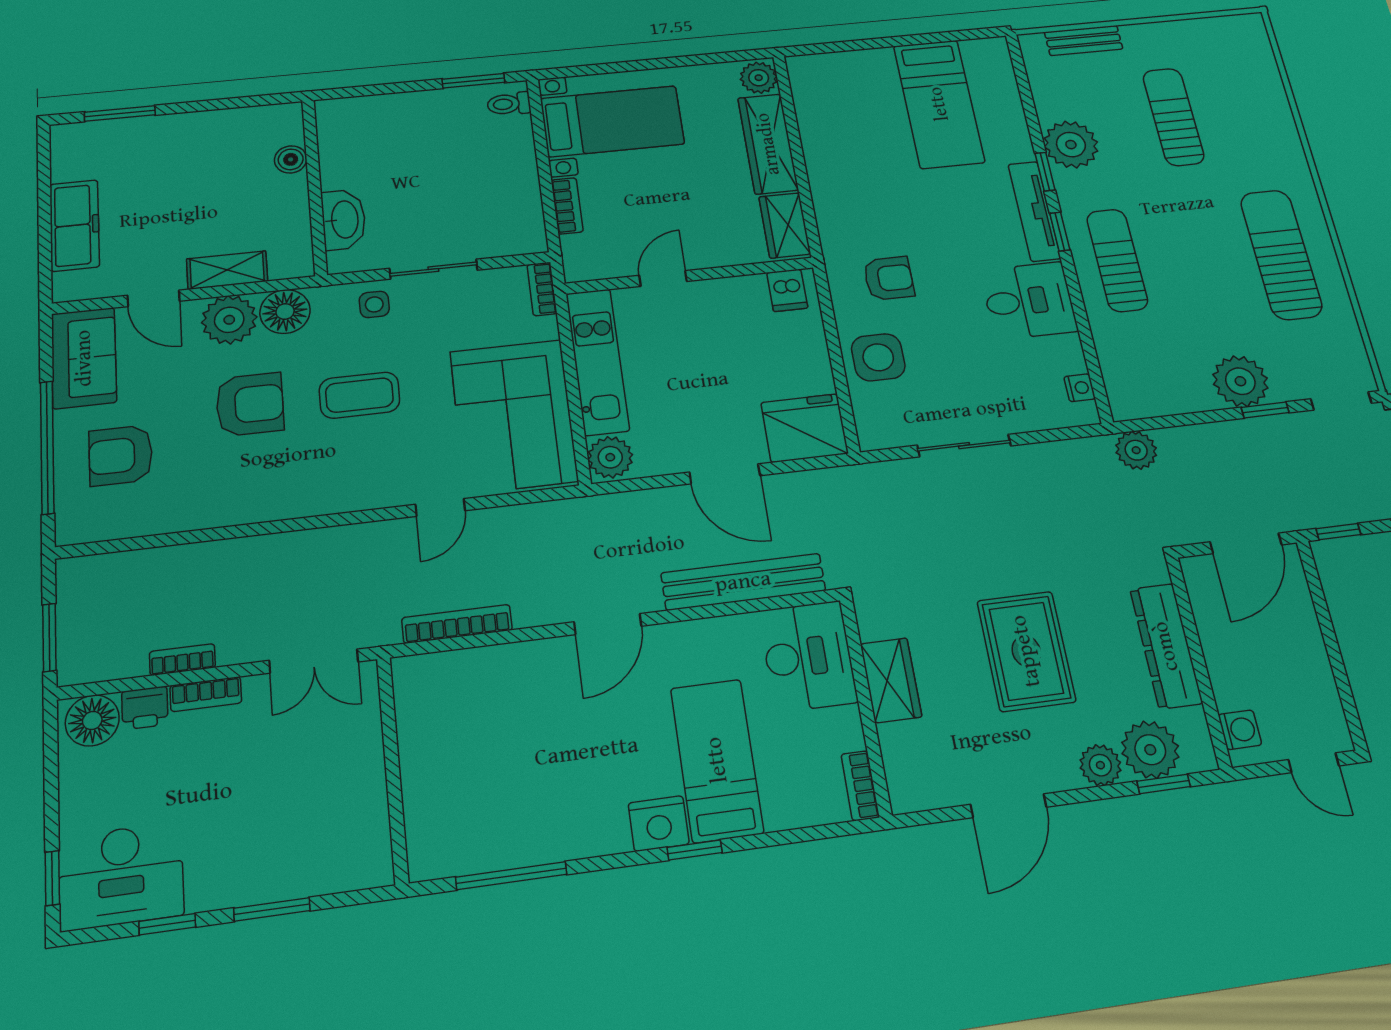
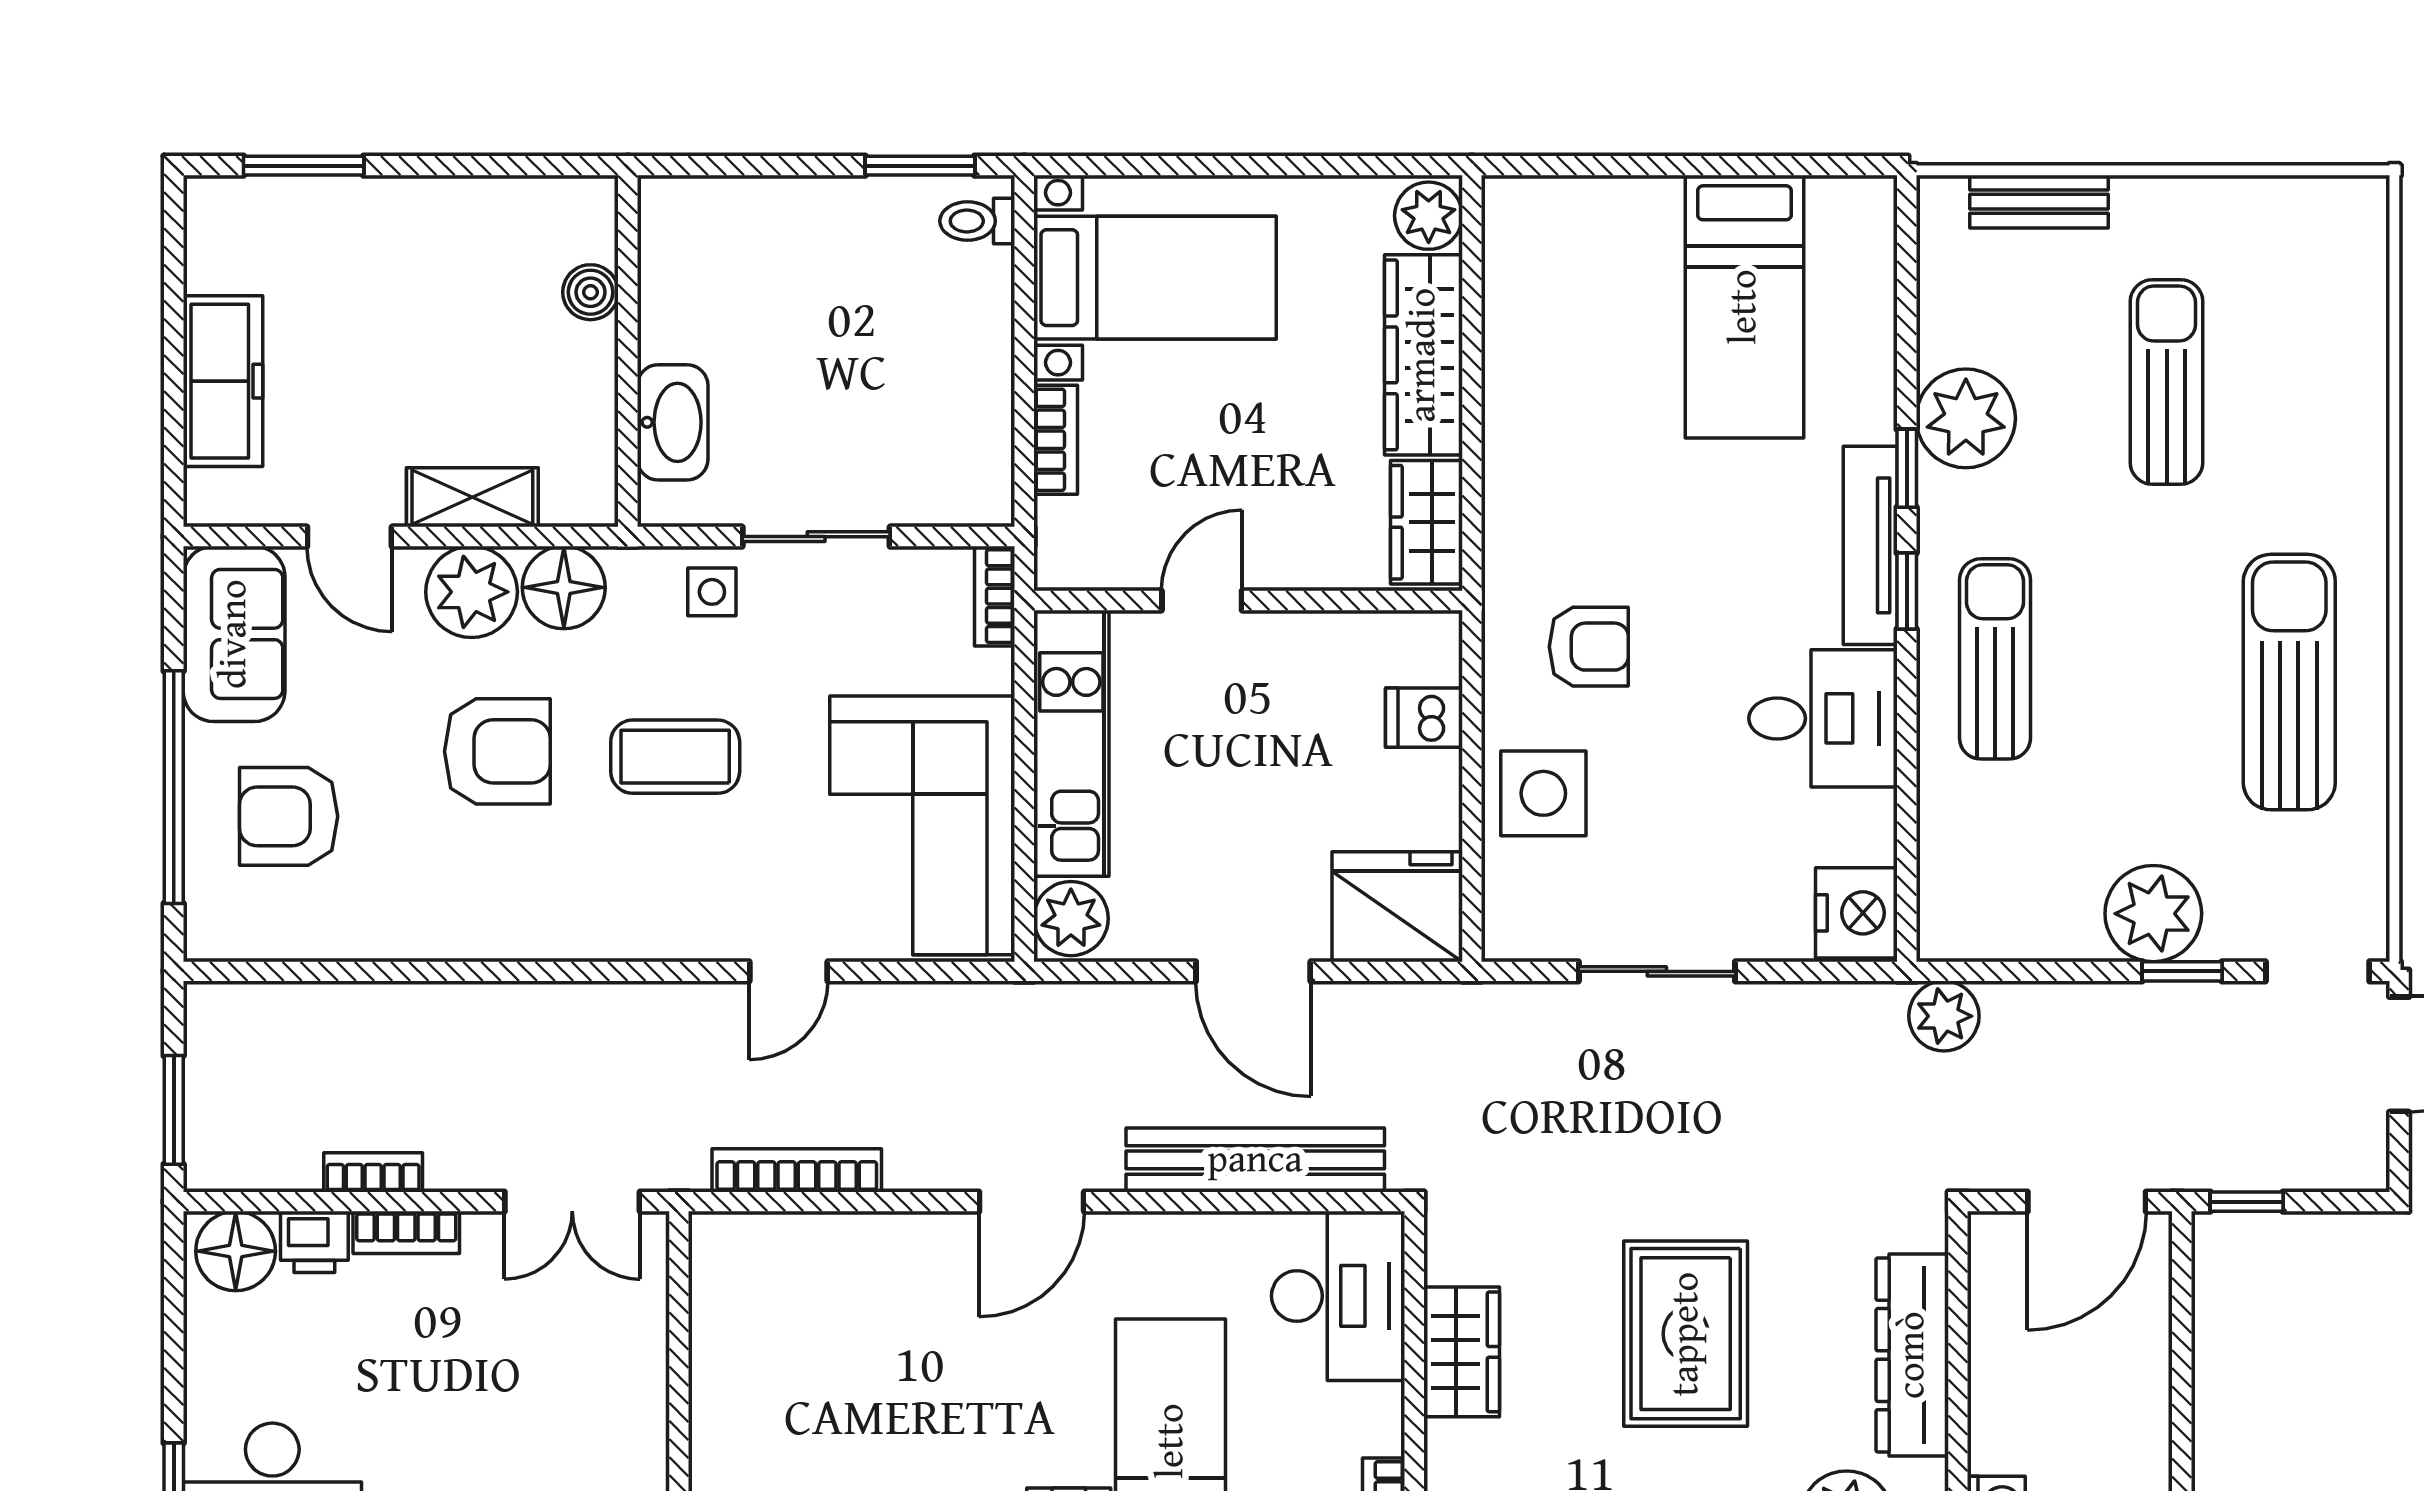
dishwasher: (787, 290) -> (1424, 718), moved, turned 90
nightstand: (1080, 388) -> (1856, 913), width x1.89, depth x1.79

